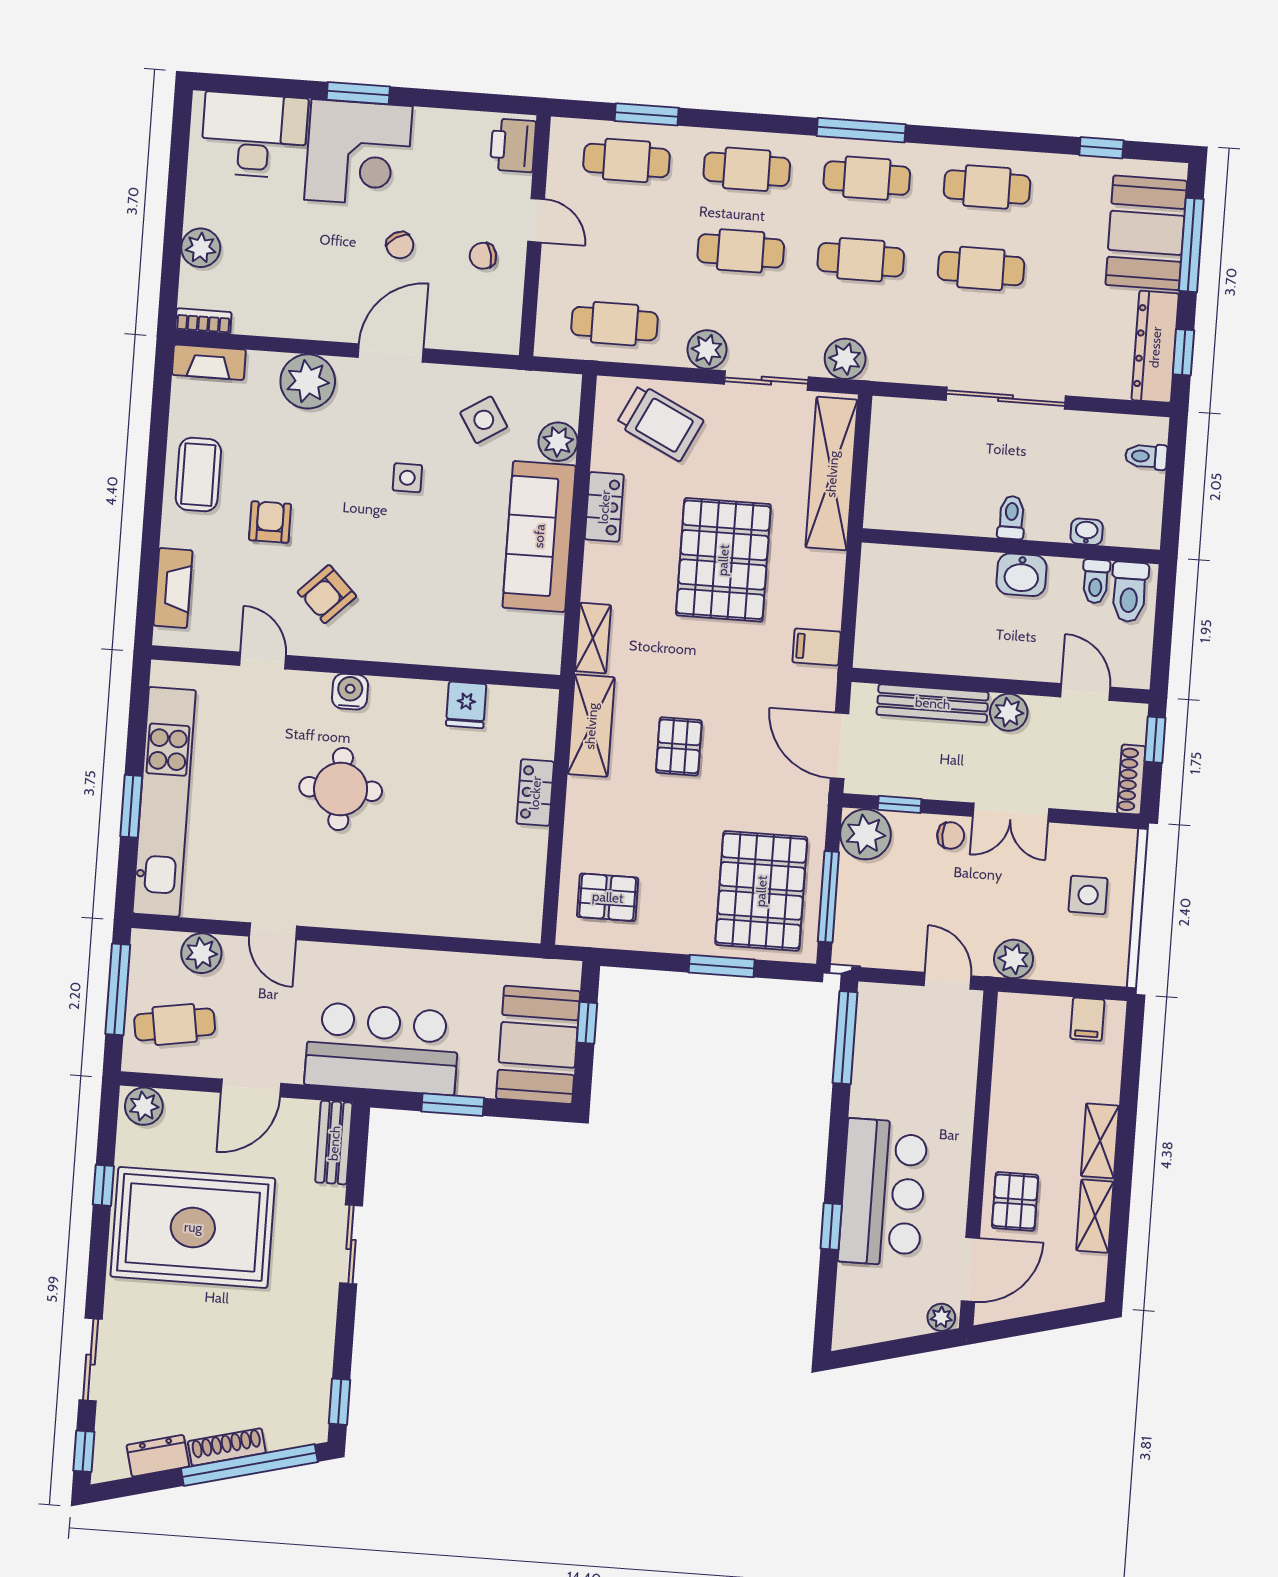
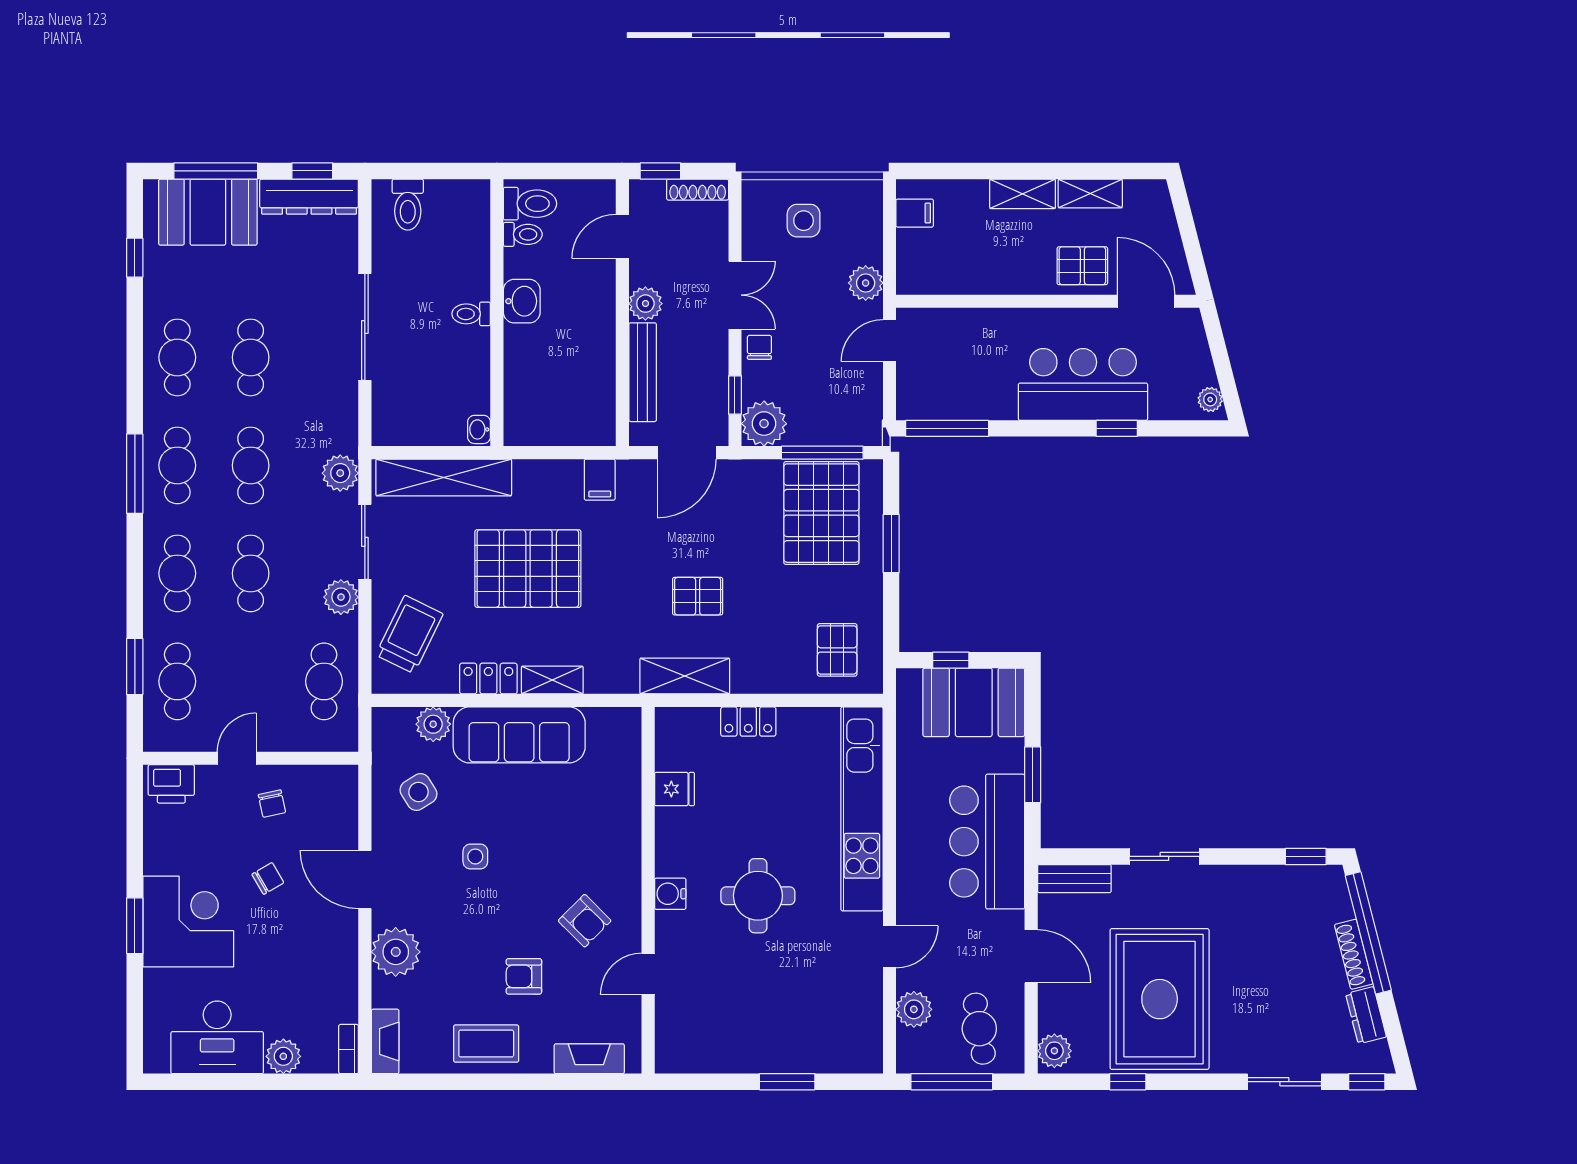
desk: (254, 135) -> (217, 1037), moved, turned -90
toilet: (1146, 456) -> (408, 205), width x1.37, depth x1.39
washbasin: (1087, 532) -> (479, 429), moved
shelving: (593, 638) -> (552, 680), moved
kitchen unit: (164, 802) -> (862, 809), moved, turned -90
pallet: (761, 891) -> (821, 513), turned 90
plant: (941, 1317) -> (1210, 399), moved

